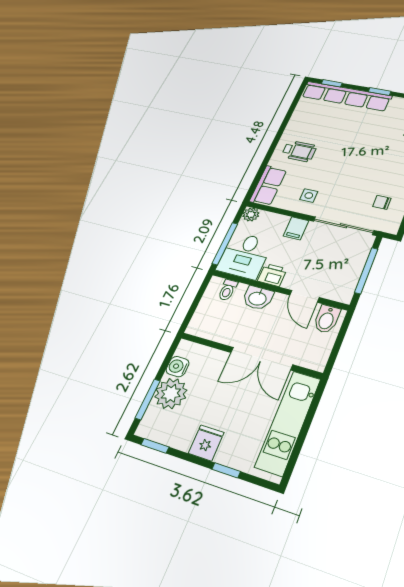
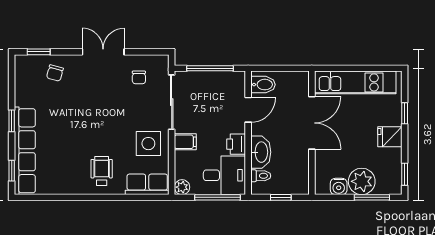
side table: (309, 195) -> (148, 144), width x1.87, depth x1.87
washbasin: (258, 298) -> (261, 152), width x1.38
window: (195, 303) -> (281, 197), added

